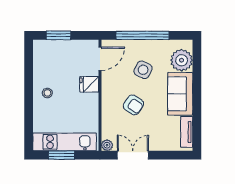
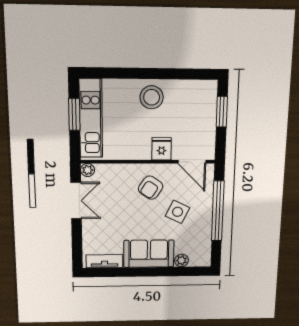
plant: (182, 60) -> (182, 260), width x0.53, depth x0.53
stool: (47, 93) -> (152, 97), width x1.89, depth x1.89
armchair: (133, 105) -> (151, 188), moved

